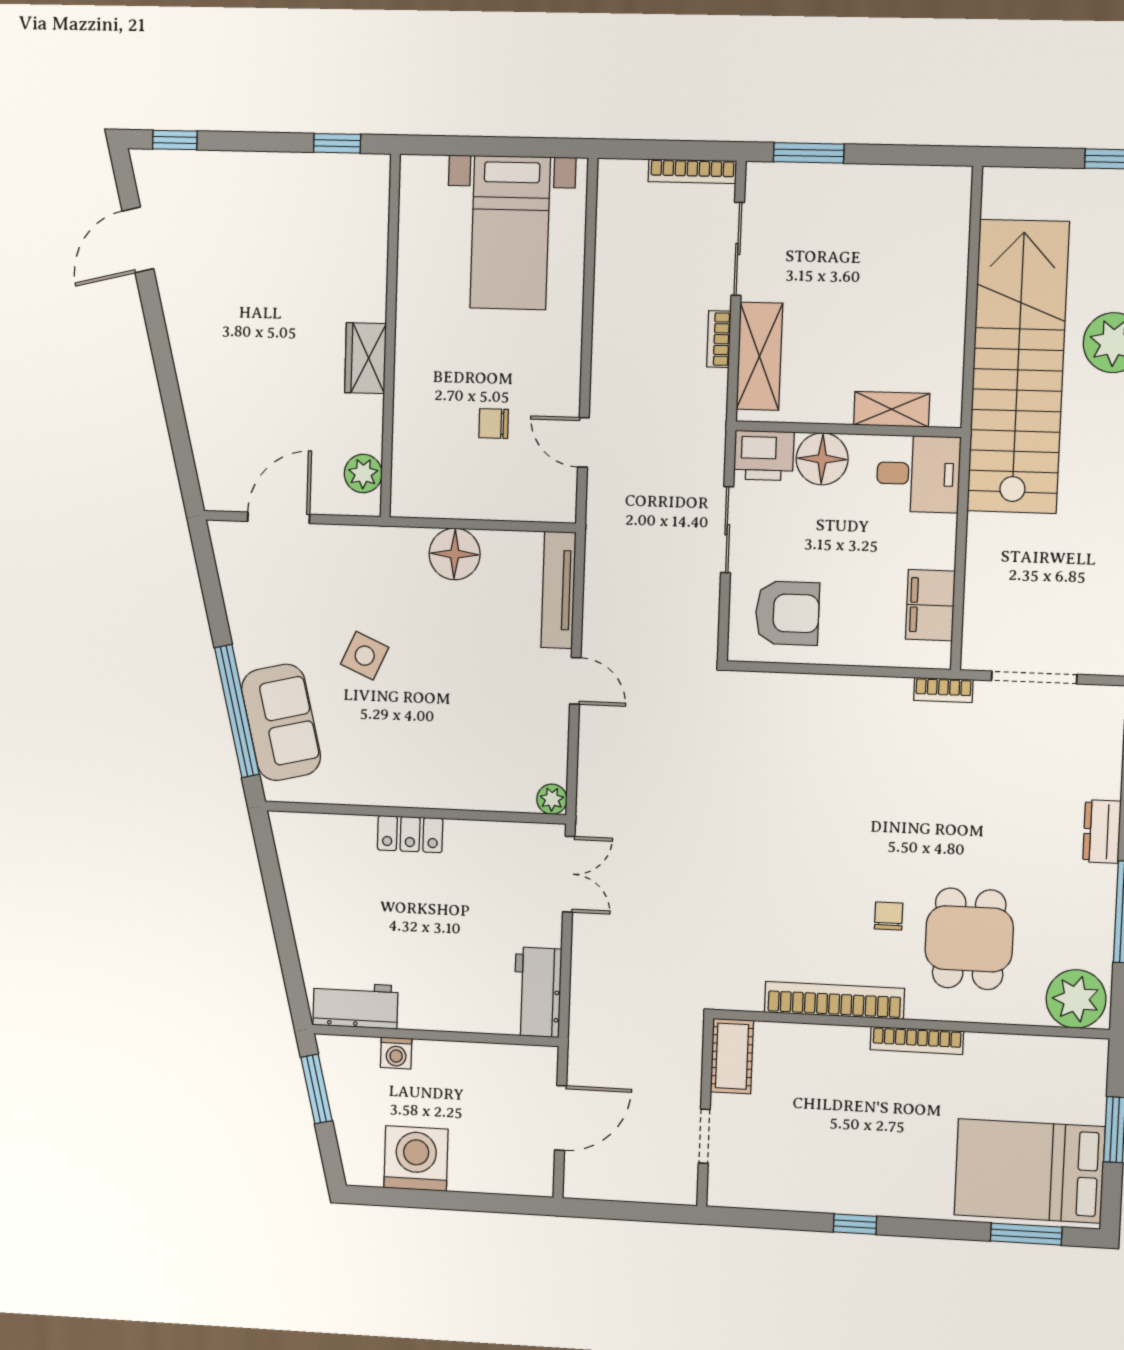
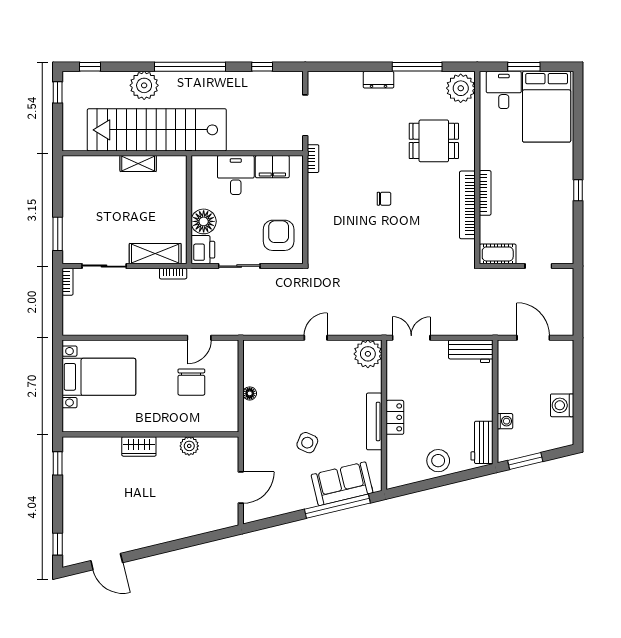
bookcase: (692, 171) -> (68, 282), width x0.64
bookcase: (719, 339) -> (173, 274), moved
wardrobe: (365, 358) -> (139, 446), moved
shelving: (892, 409) -> (138, 163), moved, turned 90
chair: (494, 424) -> (191, 382), width x1.87, depth x1.87
plant: (363, 474) -> (189, 446), moved
desk: (918, 474) -> (236, 175), moved
door: (279, 518) -> (241, 488), swing flipped
floor lamp: (455, 554) -> (250, 393), width x0.53, depth x0.53
tv unit: (558, 590) -> (374, 421), moved, turned 90
plant: (552, 799) -> (368, 354), width x1.87, depth x1.87
chair: (889, 916) -> (384, 199), moved, turned 180
stool: (322, 917) -> (438, 461), added
bookcase: (917, 1040) -> (485, 193), moved
desk: (1068, 1086) -> (504, 90), added
washing machine: (416, 1159) -> (562, 405), width x0.73, depth x0.73
window: (1026, 1234) -> (578, 107), removed

